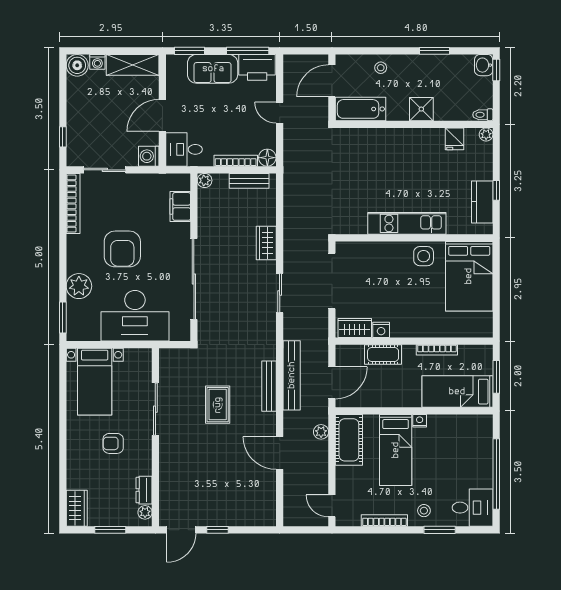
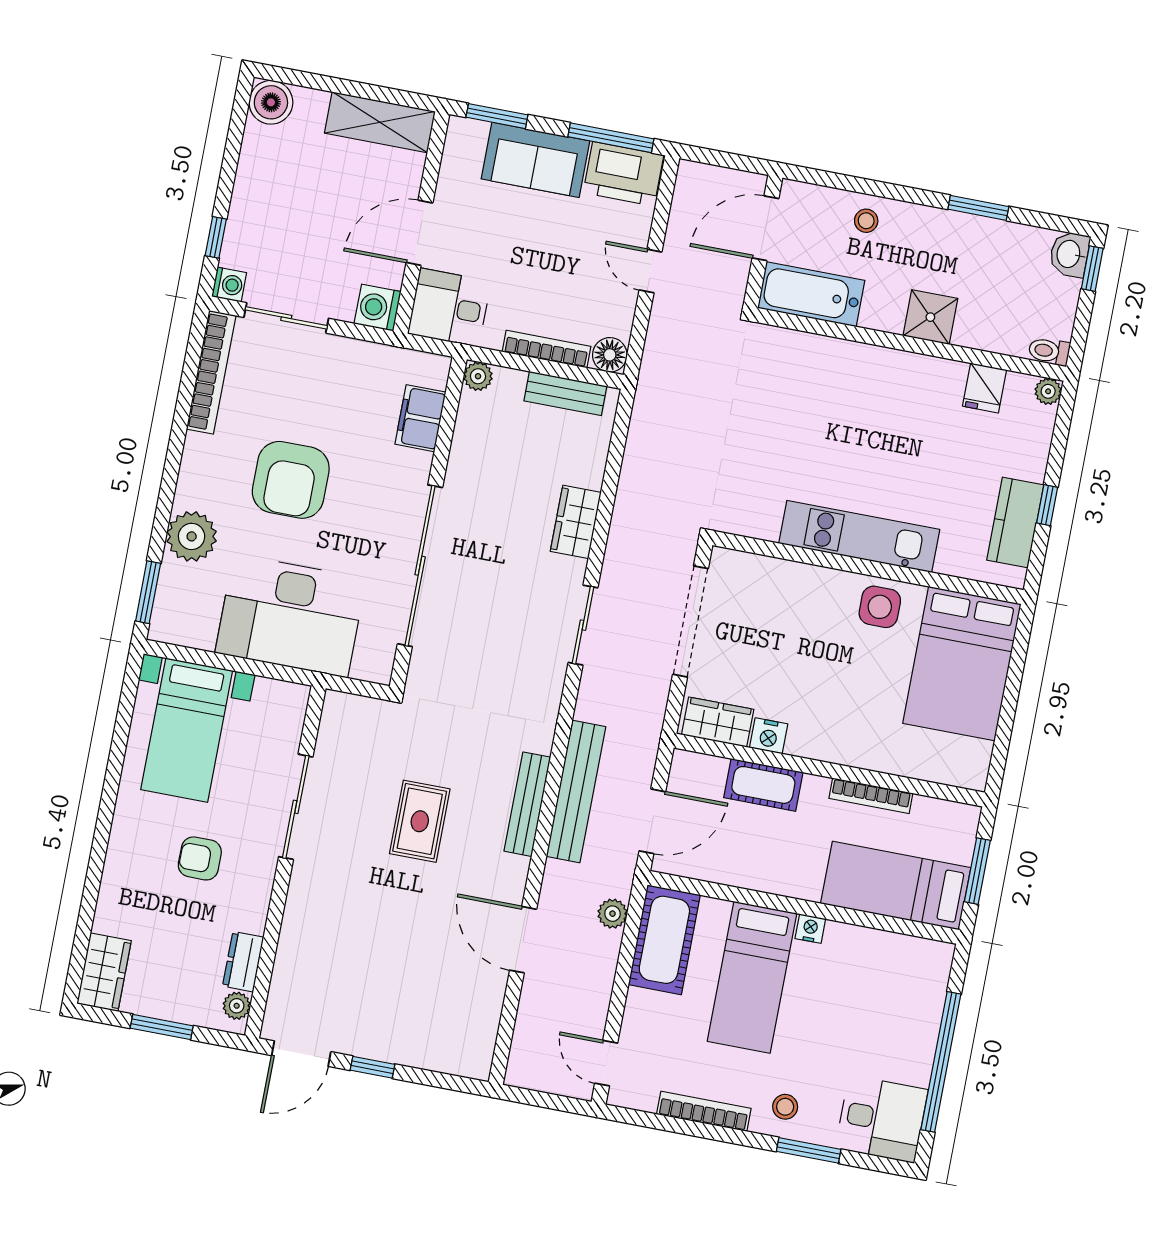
washing machine: (97, 62) -> (229, 285), moved, turned -90

